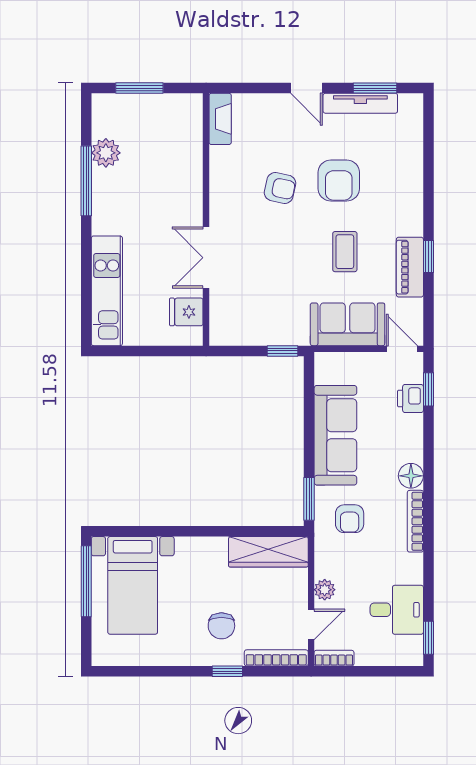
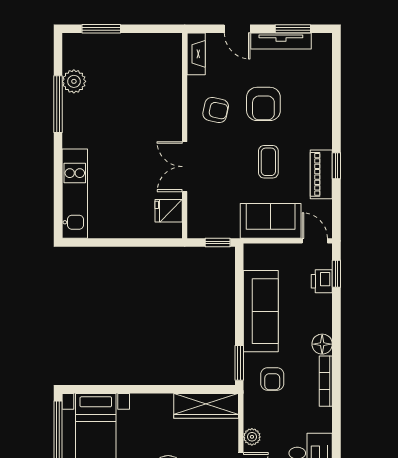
fireplace: (220, 119) -> (196, 54), moved
wall: (206, 219) -> (185, 136), moved
double door: (206, 258) -> (185, 167), moved
fridge: (186, 312) -> (169, 211), moved

